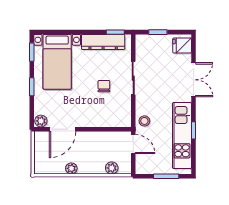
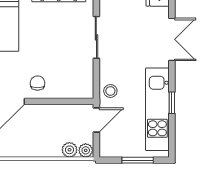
chair: (104, 86) -> (38, 83), moved
door: (133, 144) -> (96, 120), hinge flipped
plant: (71, 168) -> (86, 150), moved

